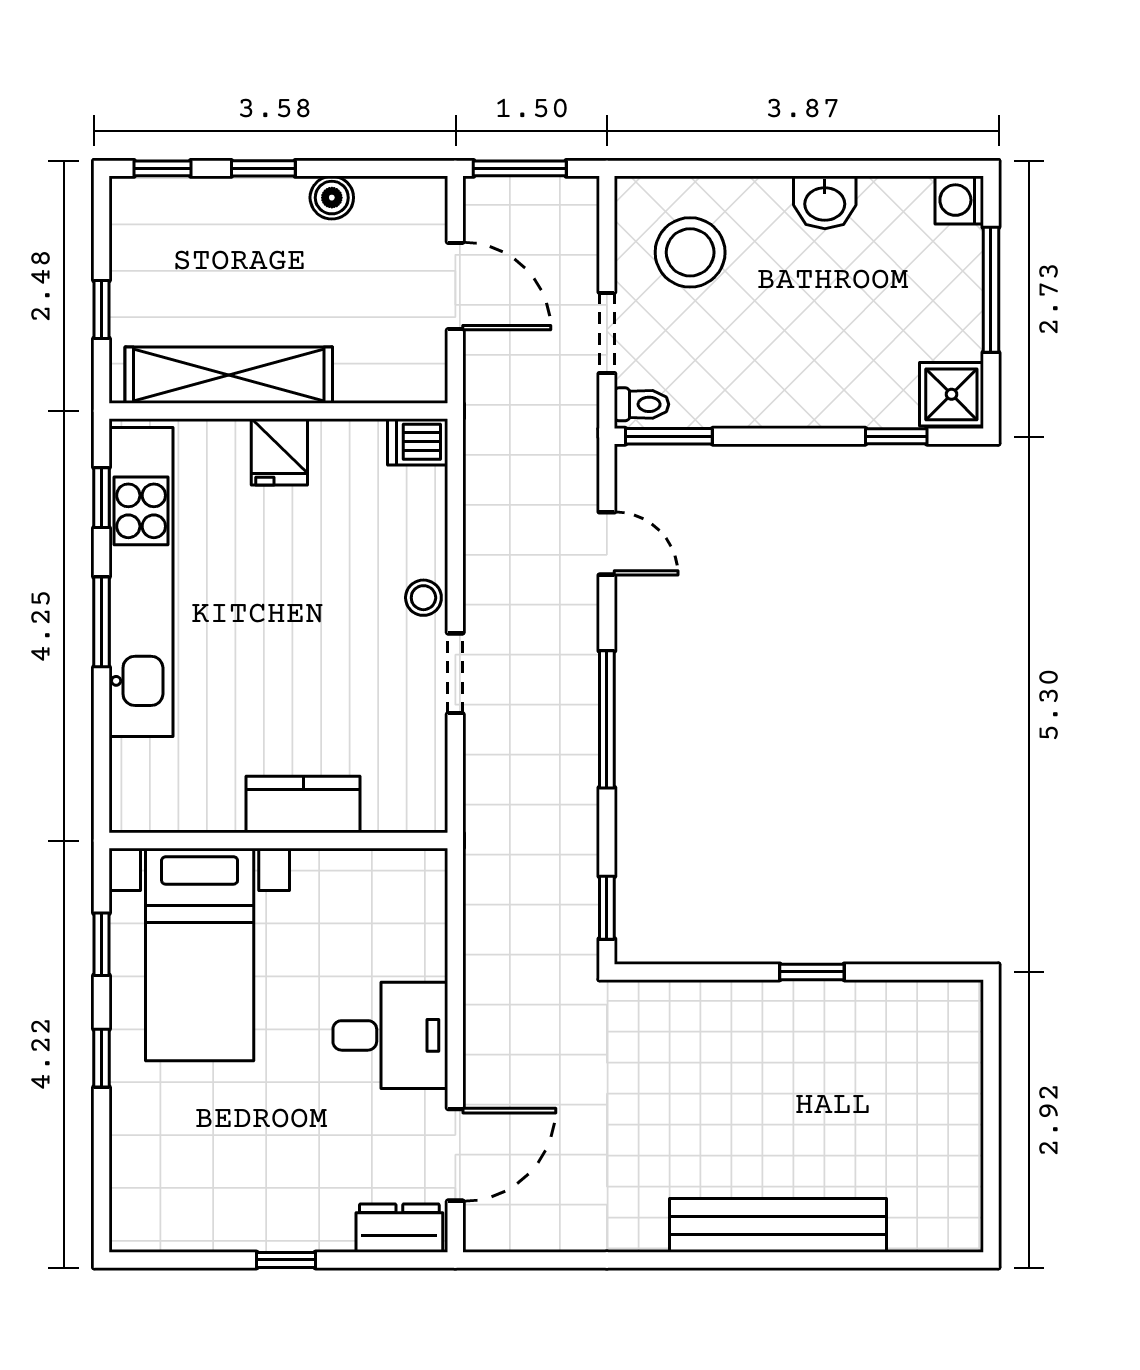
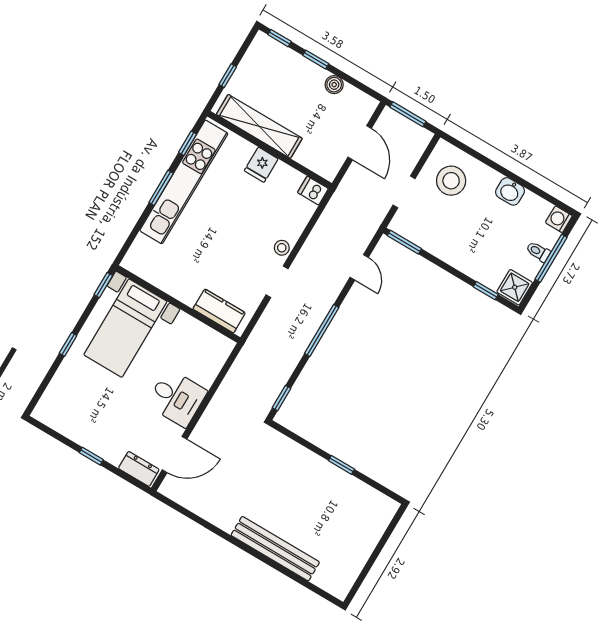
toilet: (641, 404) -> (538, 252), moved, turned 180
kitchen counter: (303, 804) -> (219, 311), moved
window: (102, 944) -> (103, 285), moved

